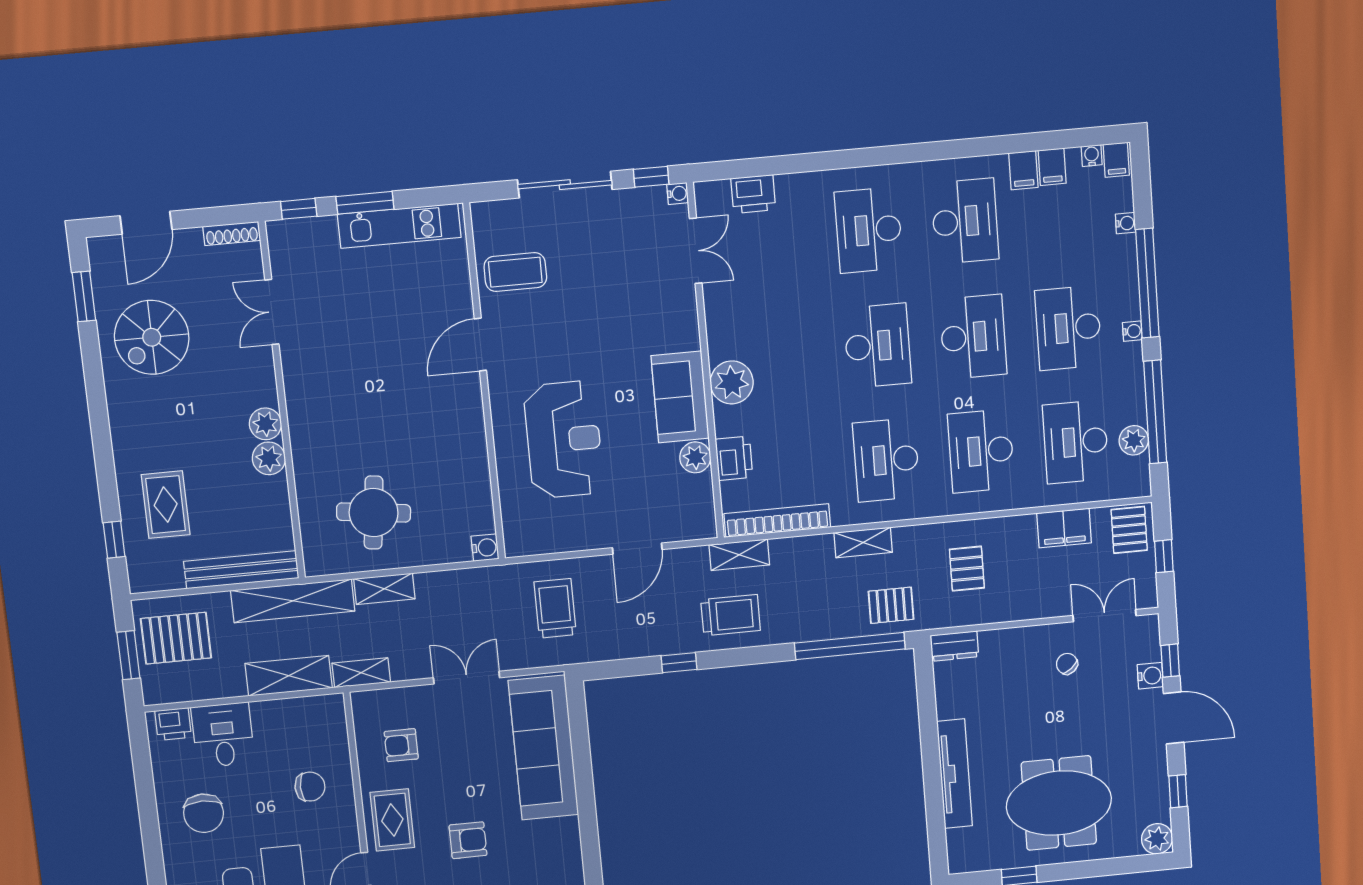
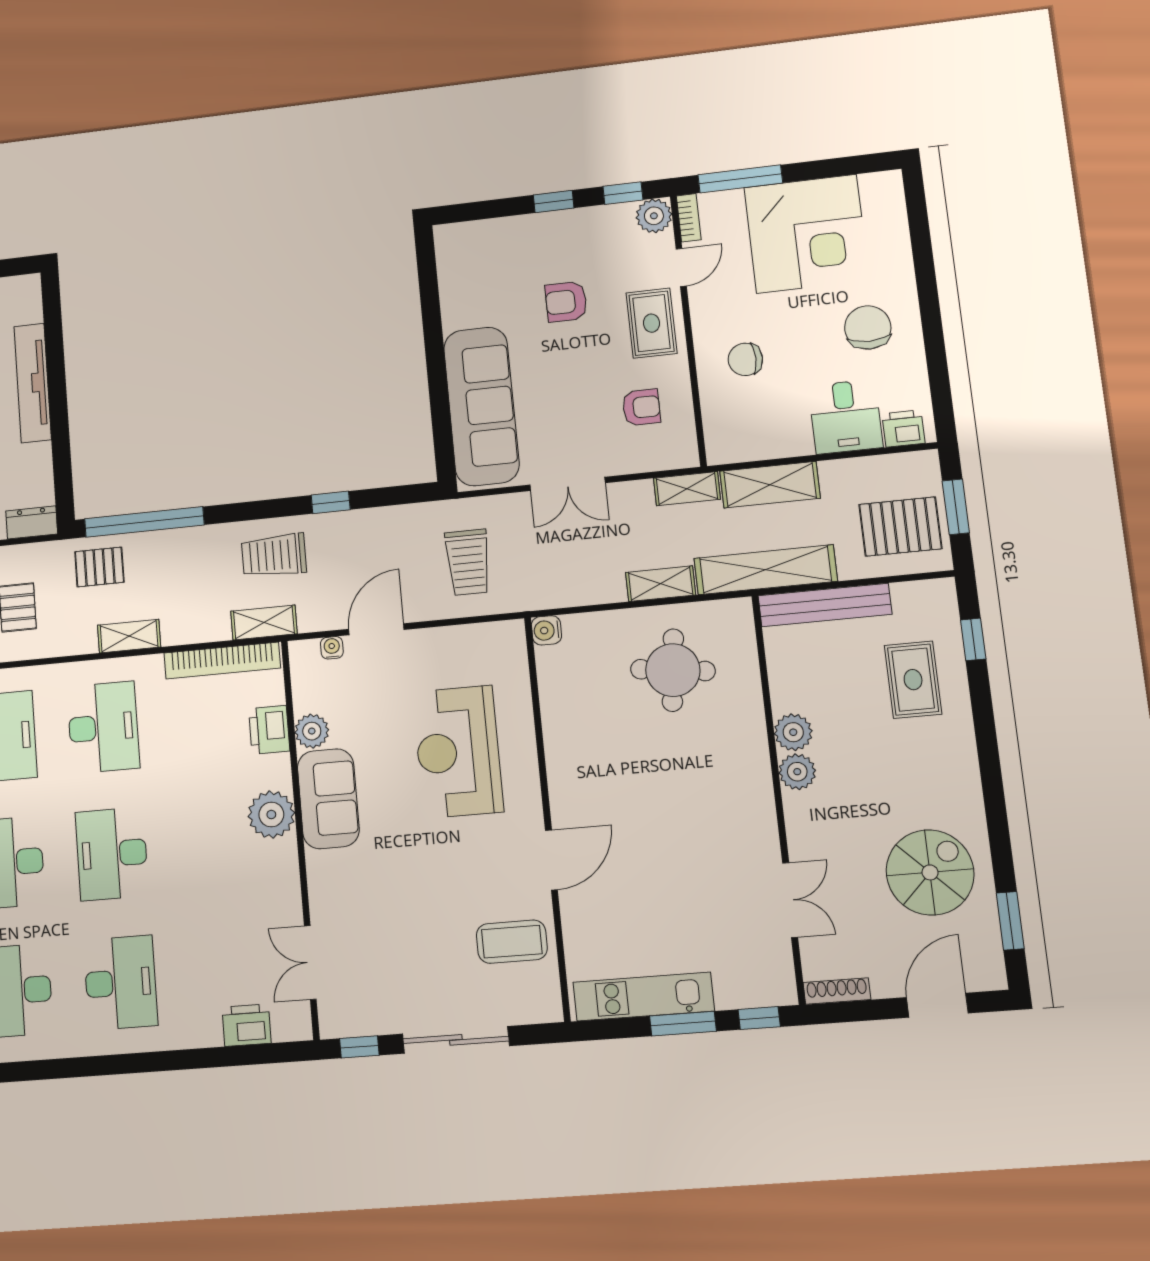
water cooler: (678, 193) -> (332, 648), moved, turned 90

